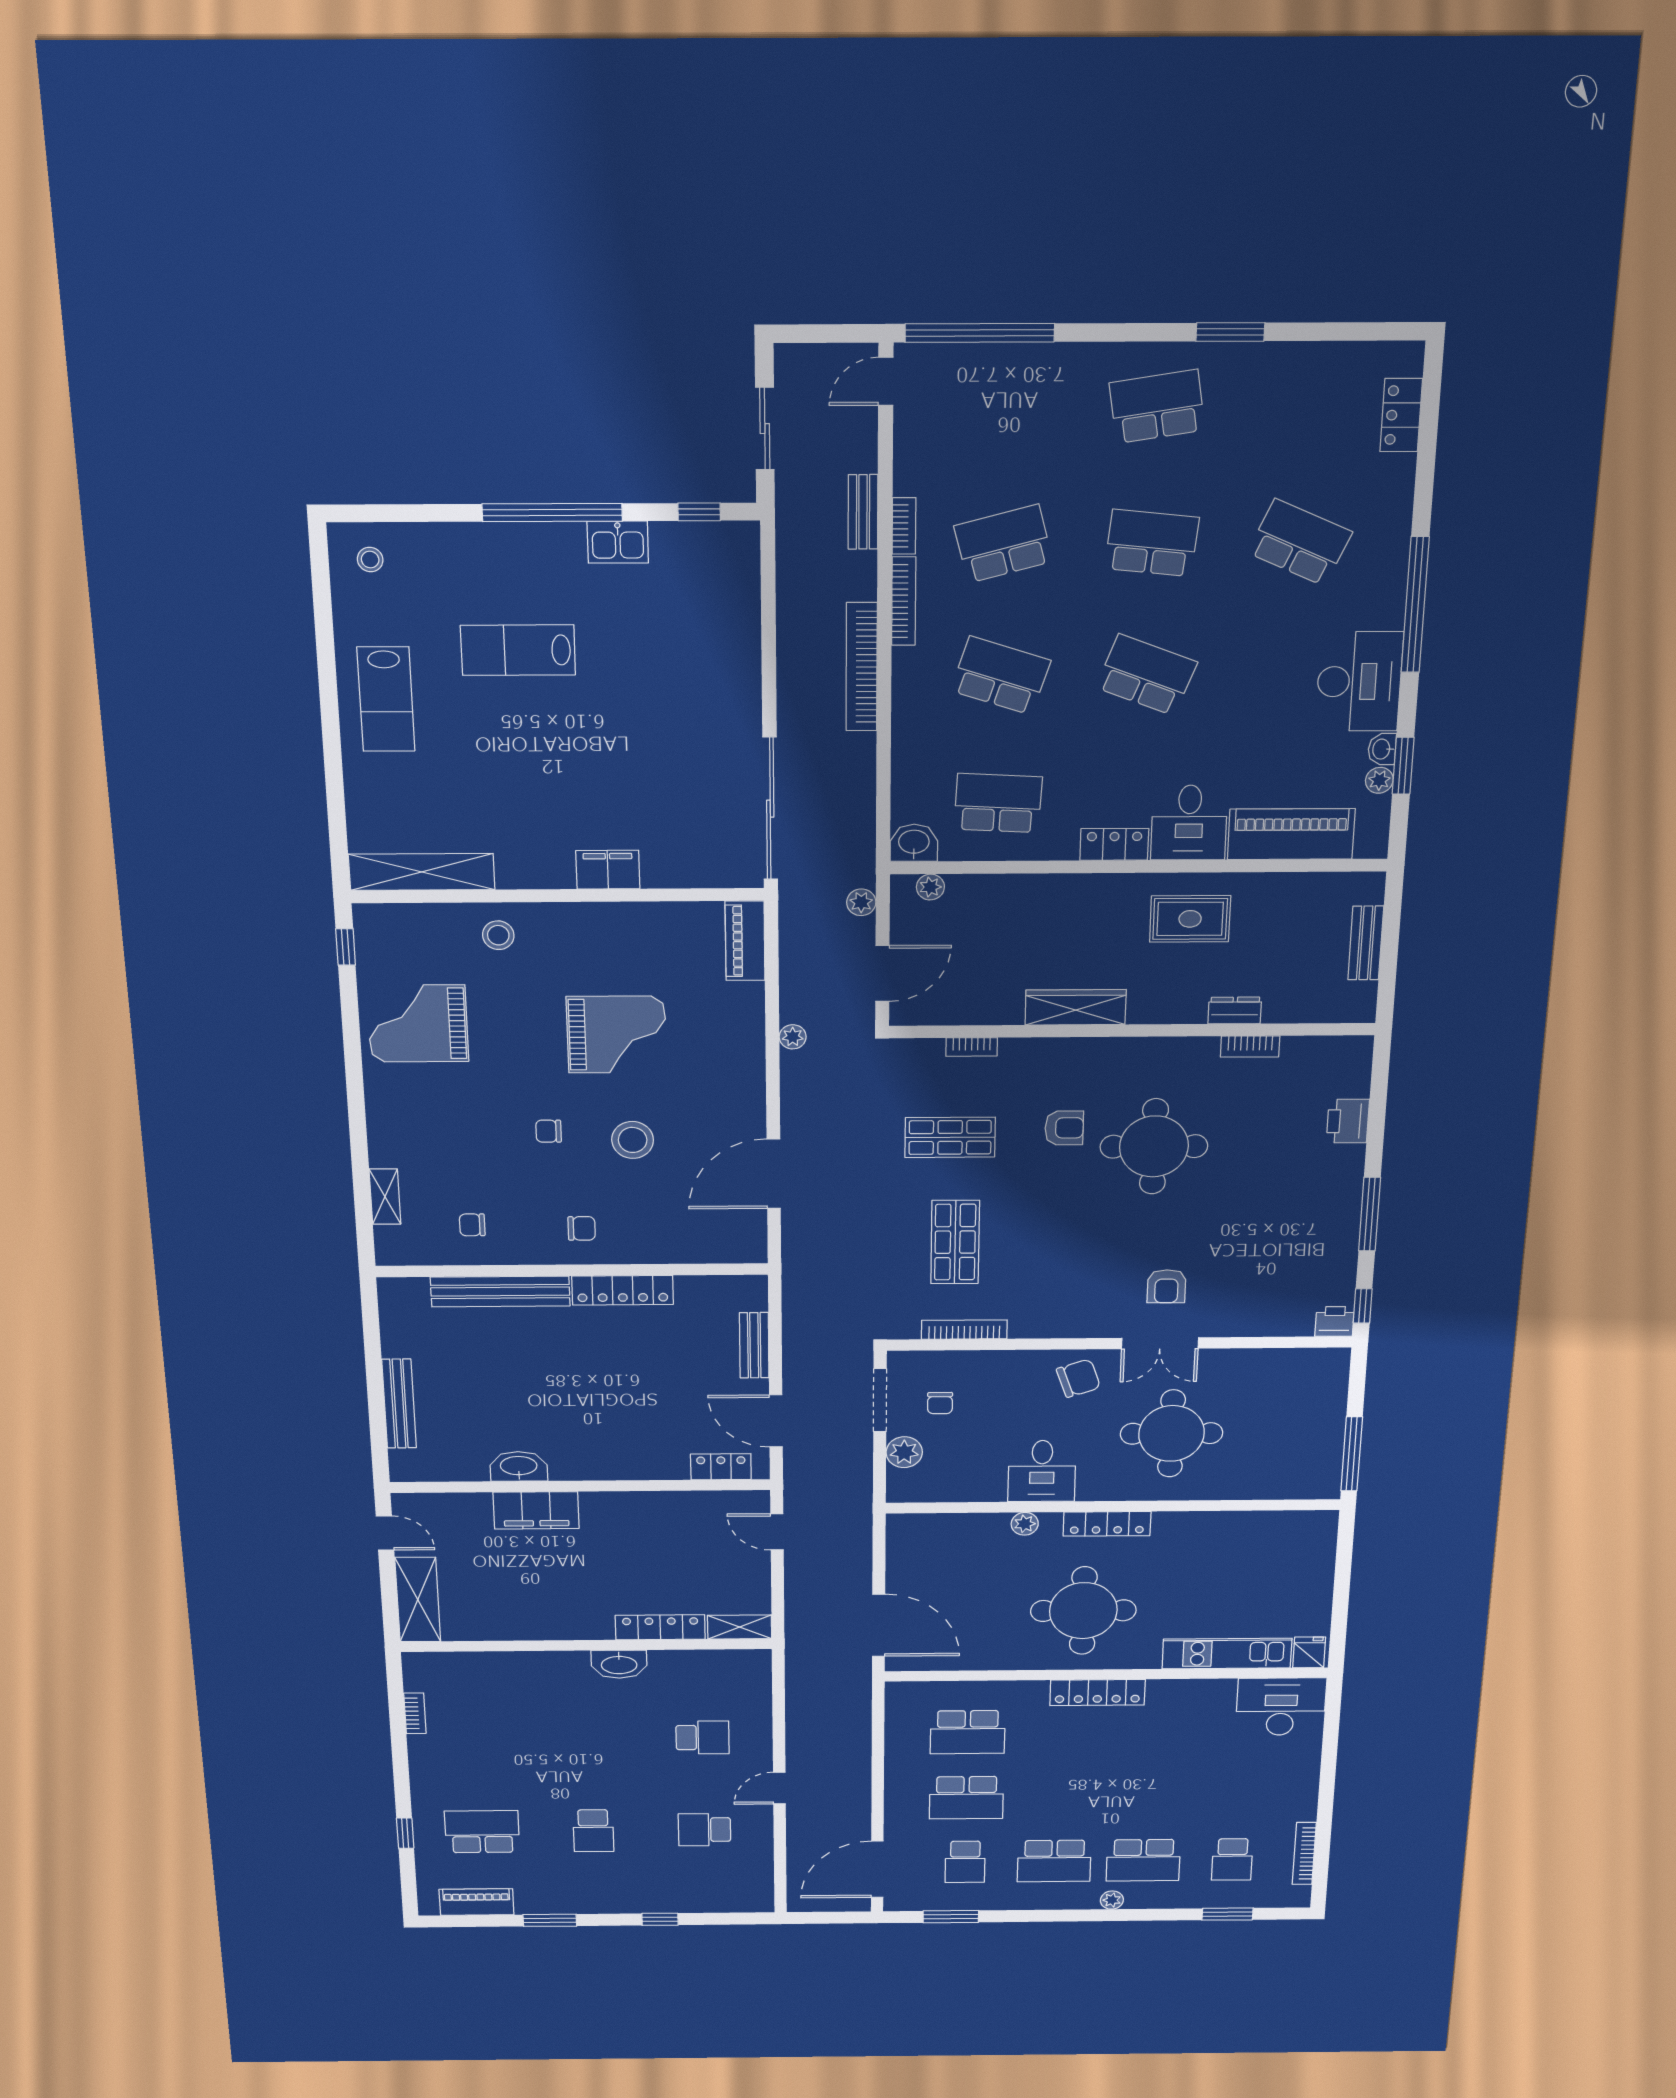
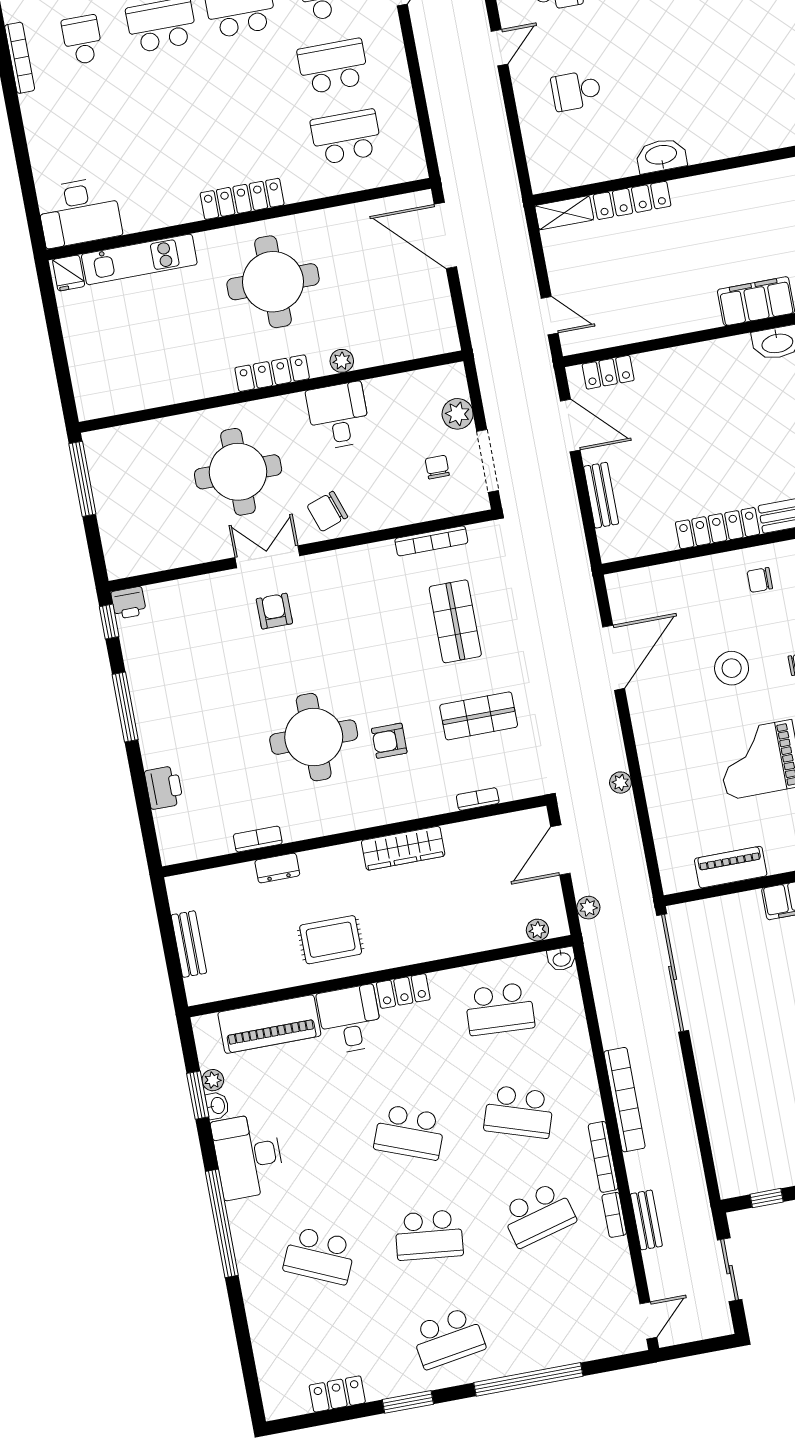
window: (980, 333) -> (528, 1379), moved
locker: (1401, 415) -> (337, 1394), moved, turned -90
washbasin: (914, 843) -> (562, 959), width x0.72, depth x0.69
piano: (745, 941) -> (731, 867), moved, turned -90

